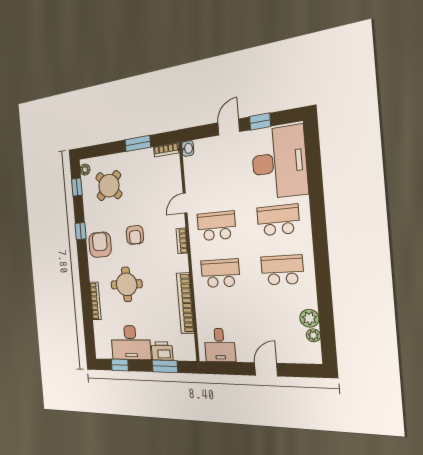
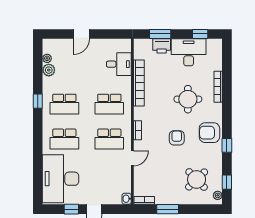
armchair: (100, 245) -> (209, 133), turned 90
window: (322, 272) -> (38, 101), added
desk: (220, 345) -> (119, 64), moved, turned 90

